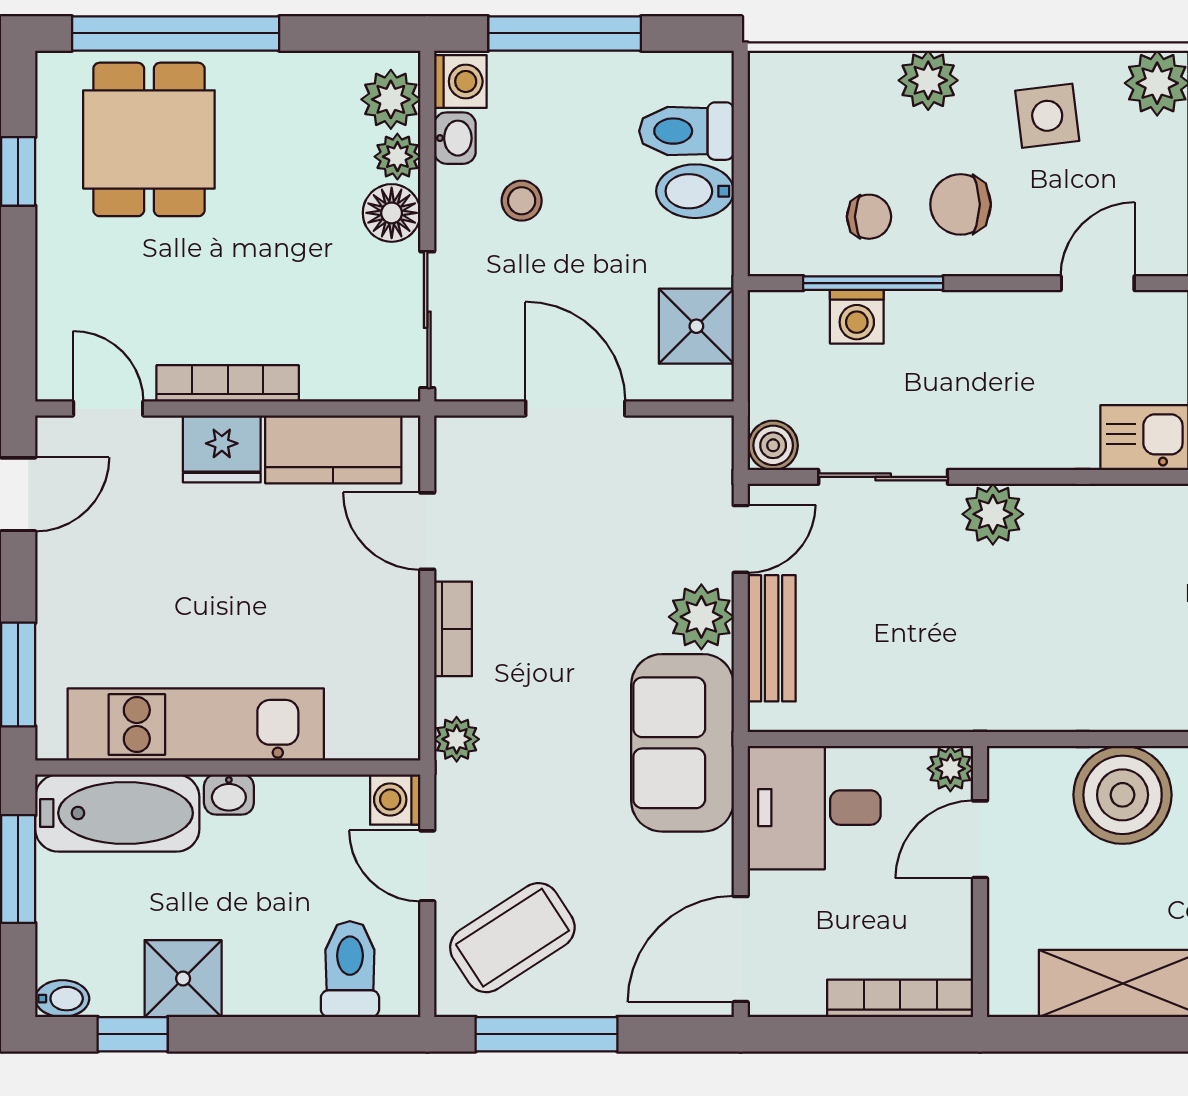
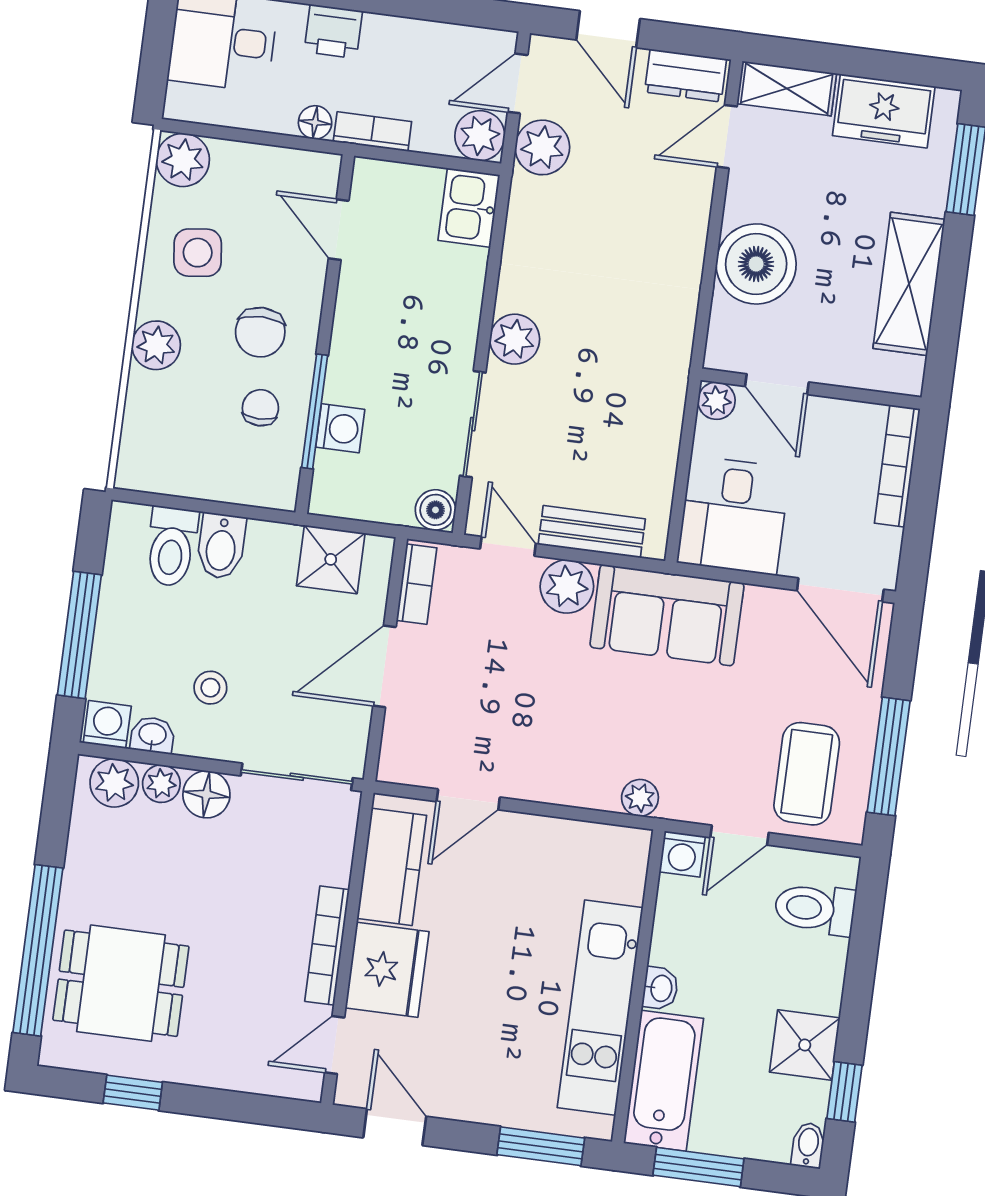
fridge: (222, 449) -> (387, 970), width x1.36, depth x1.34
bookcase: (453, 629) -> (417, 584), moved, turned 90
coffee table: (512, 938) -> (807, 774), turned 33

